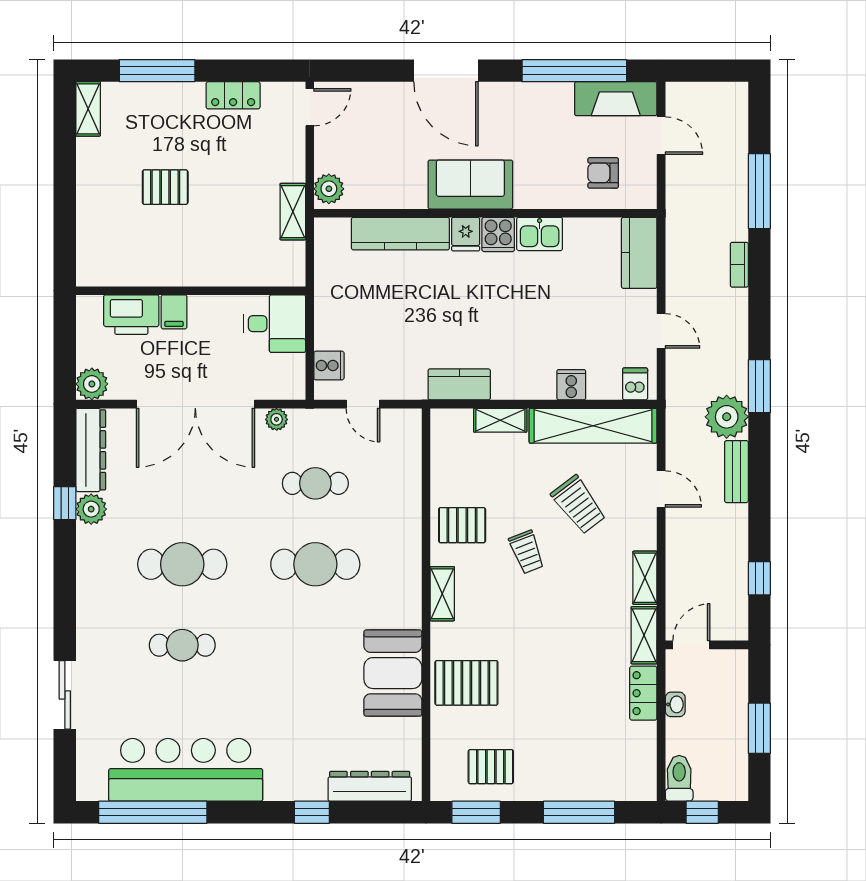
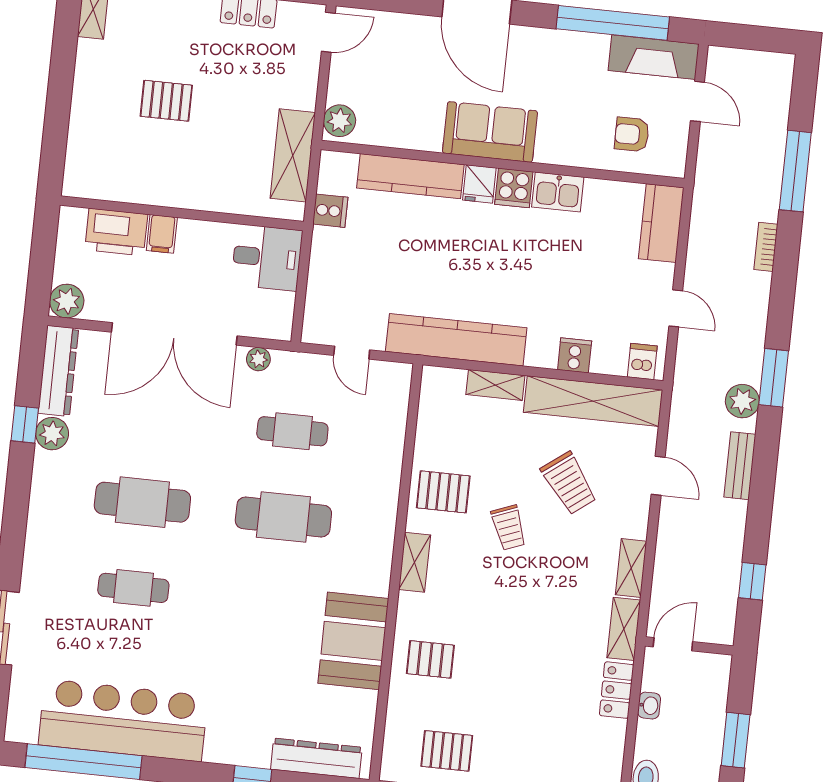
shelving: (293, 212) -> (293, 155), width x1.50, depth x1.33
cooker: (329, 366) -> (330, 211), moved
kitchen counter: (459, 384) -> (456, 340), width x2.08, depth x1.17
plant: (727, 417) -> (742, 401), width x0.73, depth x0.73
pallet: (466, 683) -> (430, 659), width x0.67, depth x0.71

